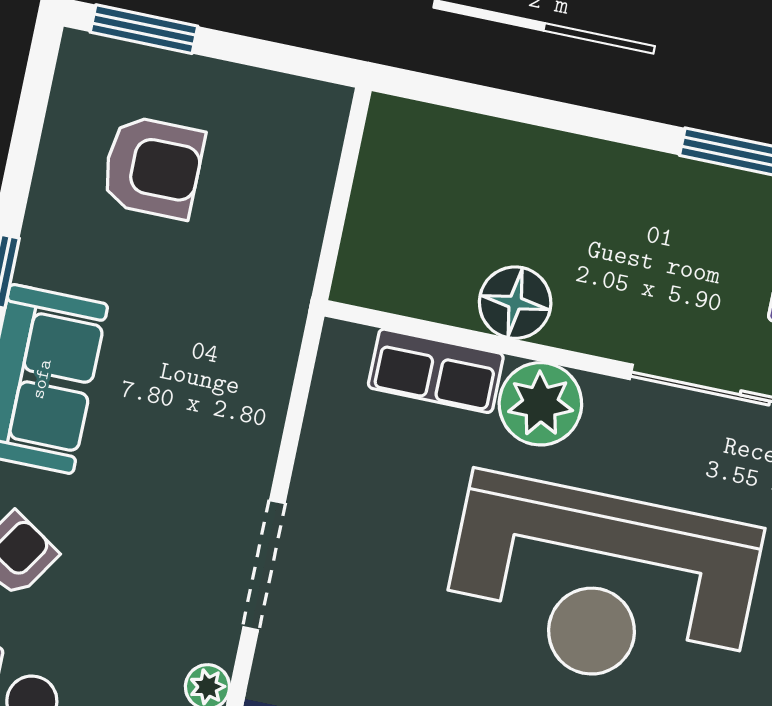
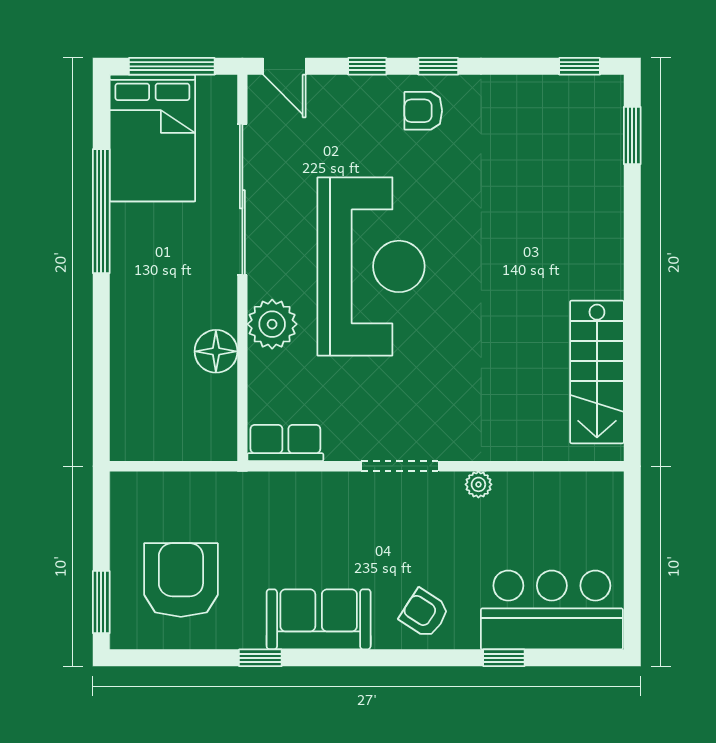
armchair: (153, 167) -> (181, 580), width x1.36, depth x1.36
row of seats: (436, 371) -> (285, 443), moved, turned -90

